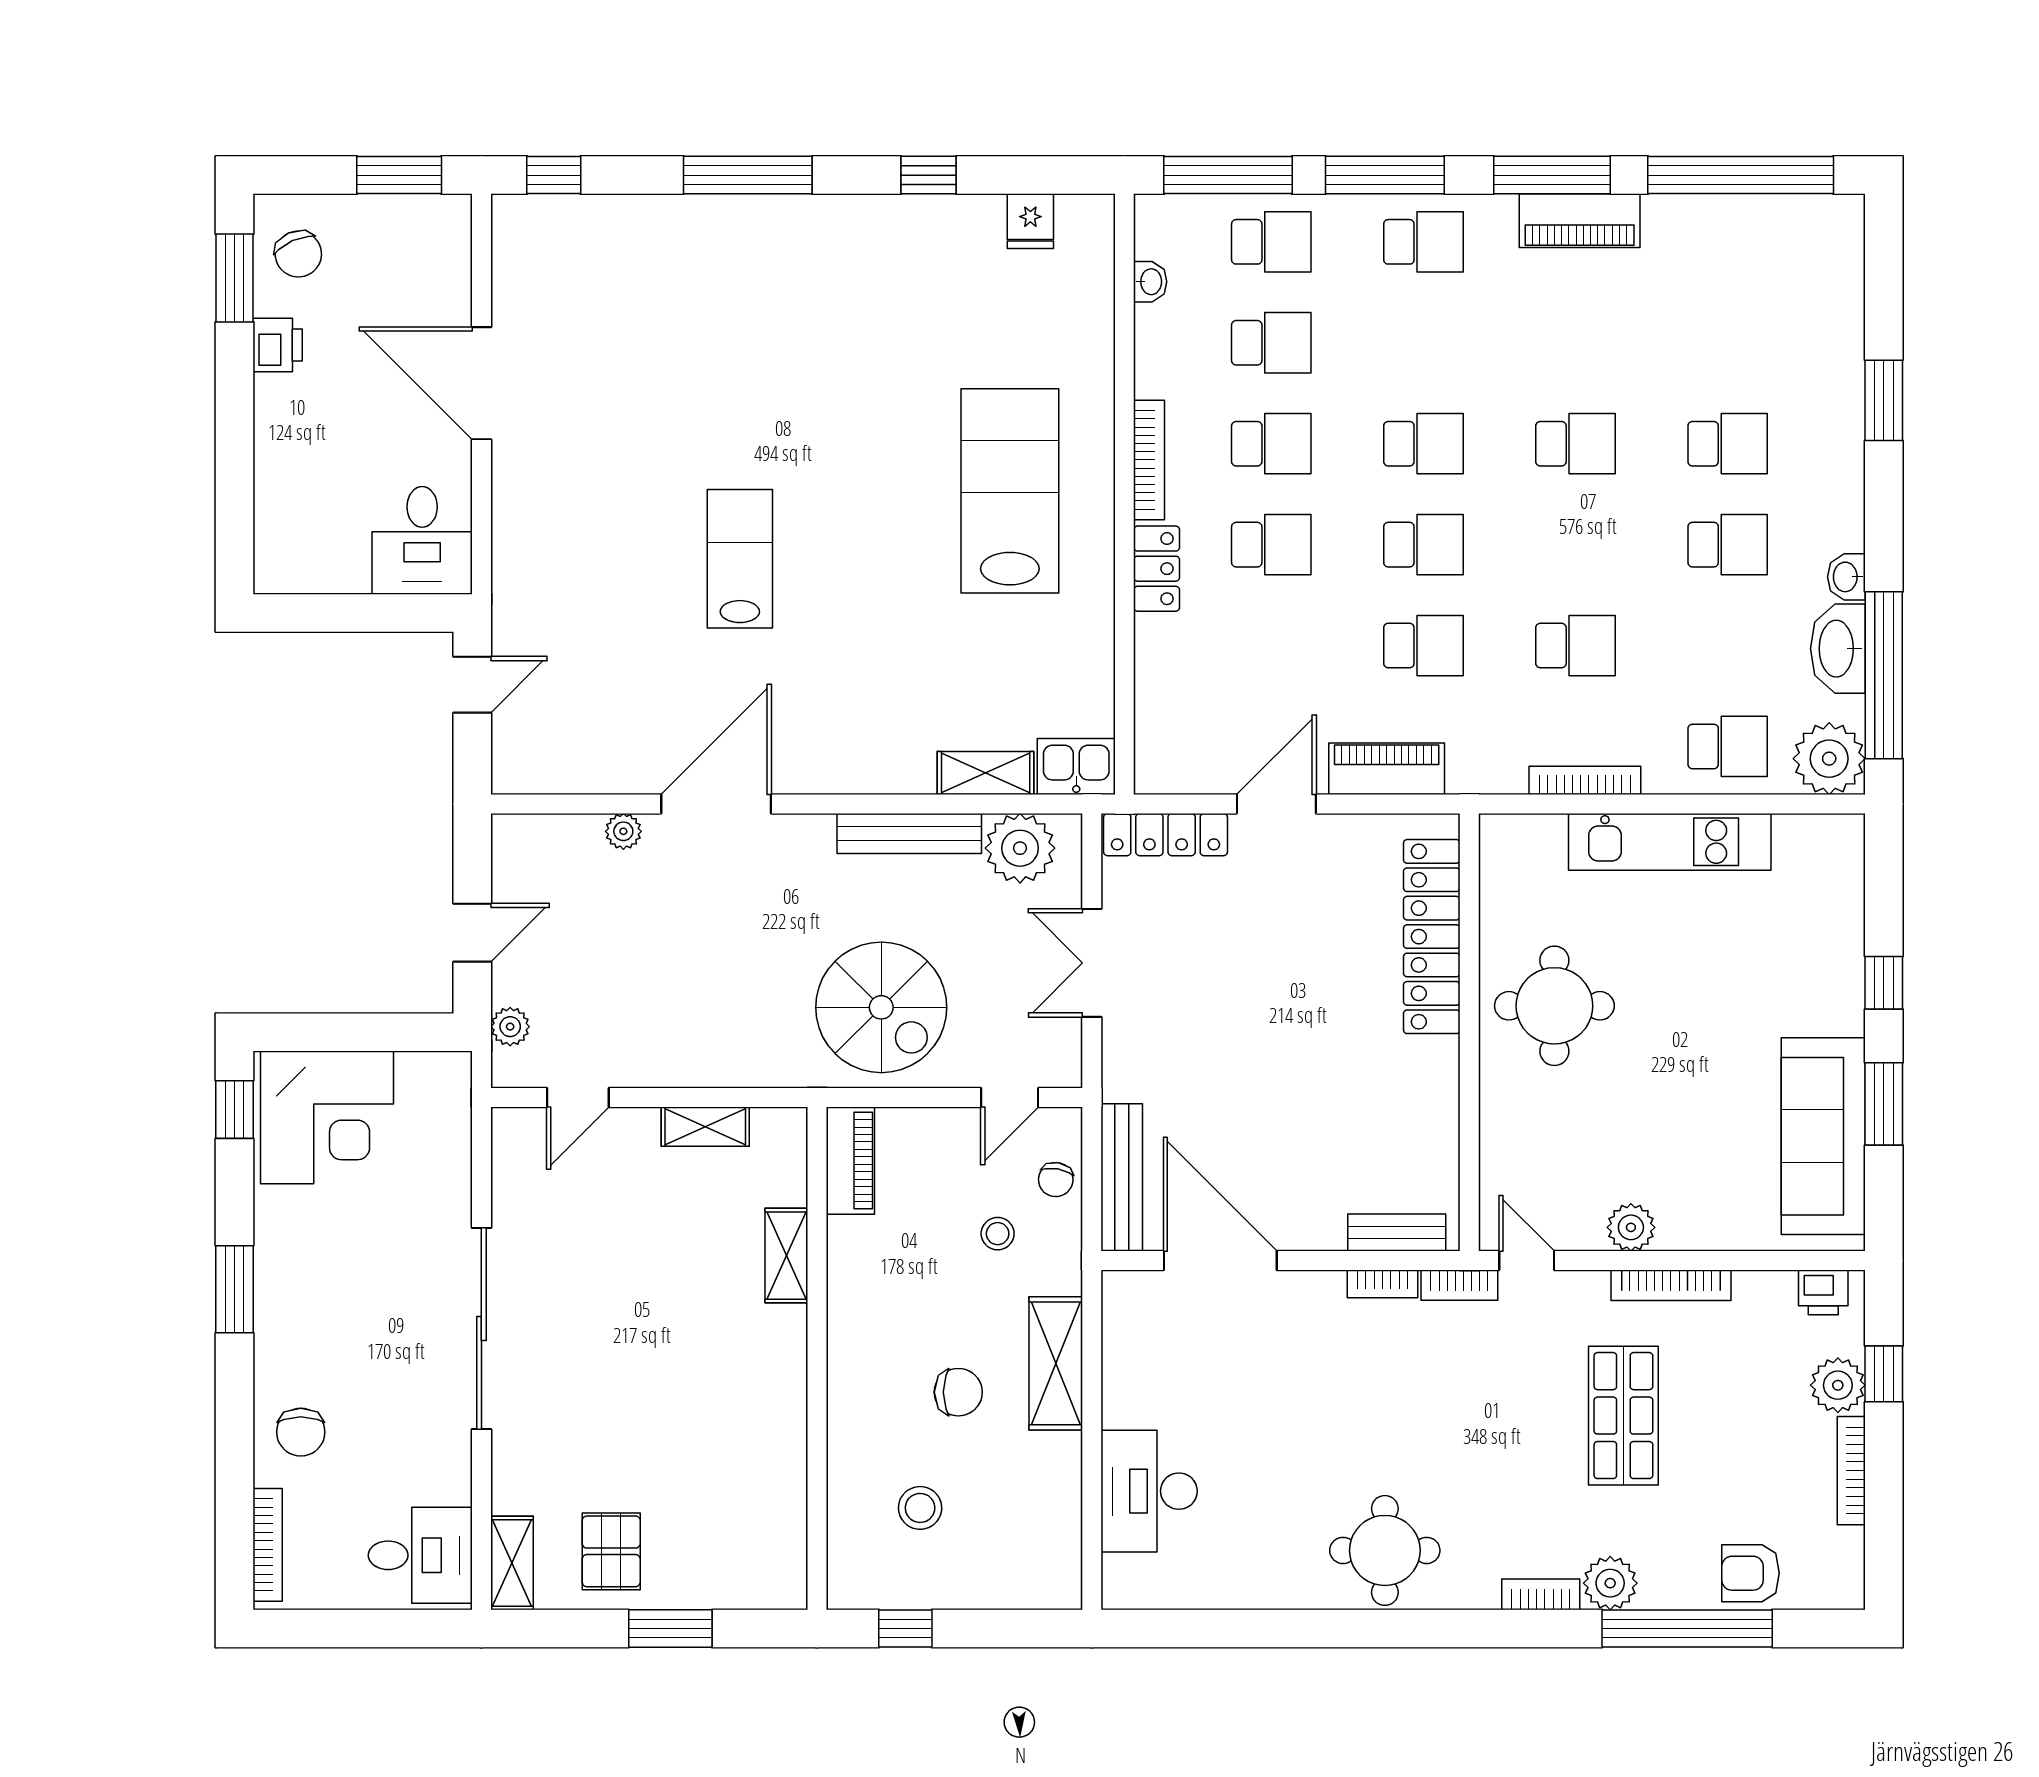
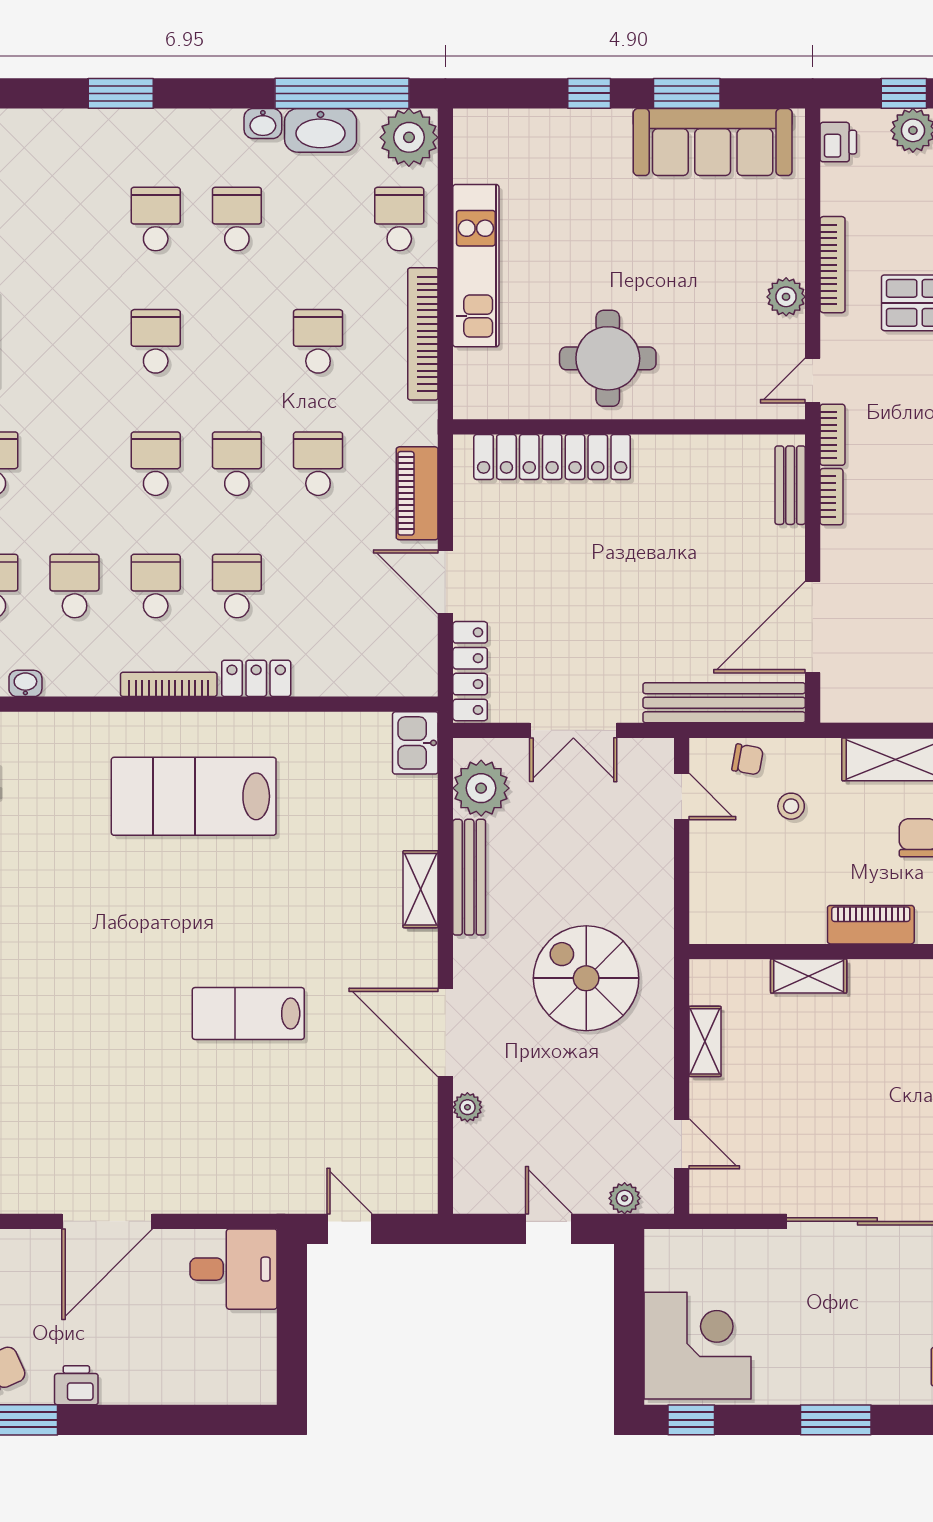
shelving: (986, 773) -> (421, 889), moved
bookcase: (1585, 780) -> (423, 334), width x1.48, depth x1.31
spiral stairs: (881, 1007) -> (586, 978), moved, turned -90
piano: (850, 1161) -> (871, 925), moved
bench: (1122, 1177) -> (724, 703), width x1.37, depth x1.21

